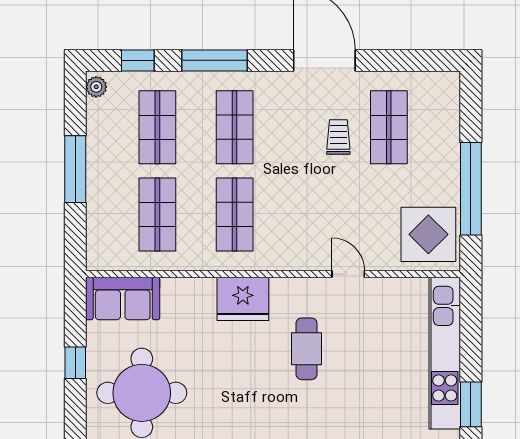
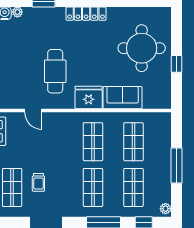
sofa: (123, 298) -> (123, 98), moved
cafe table: (307, 349) -> (55, 71), width x1.37, depth x1.35

